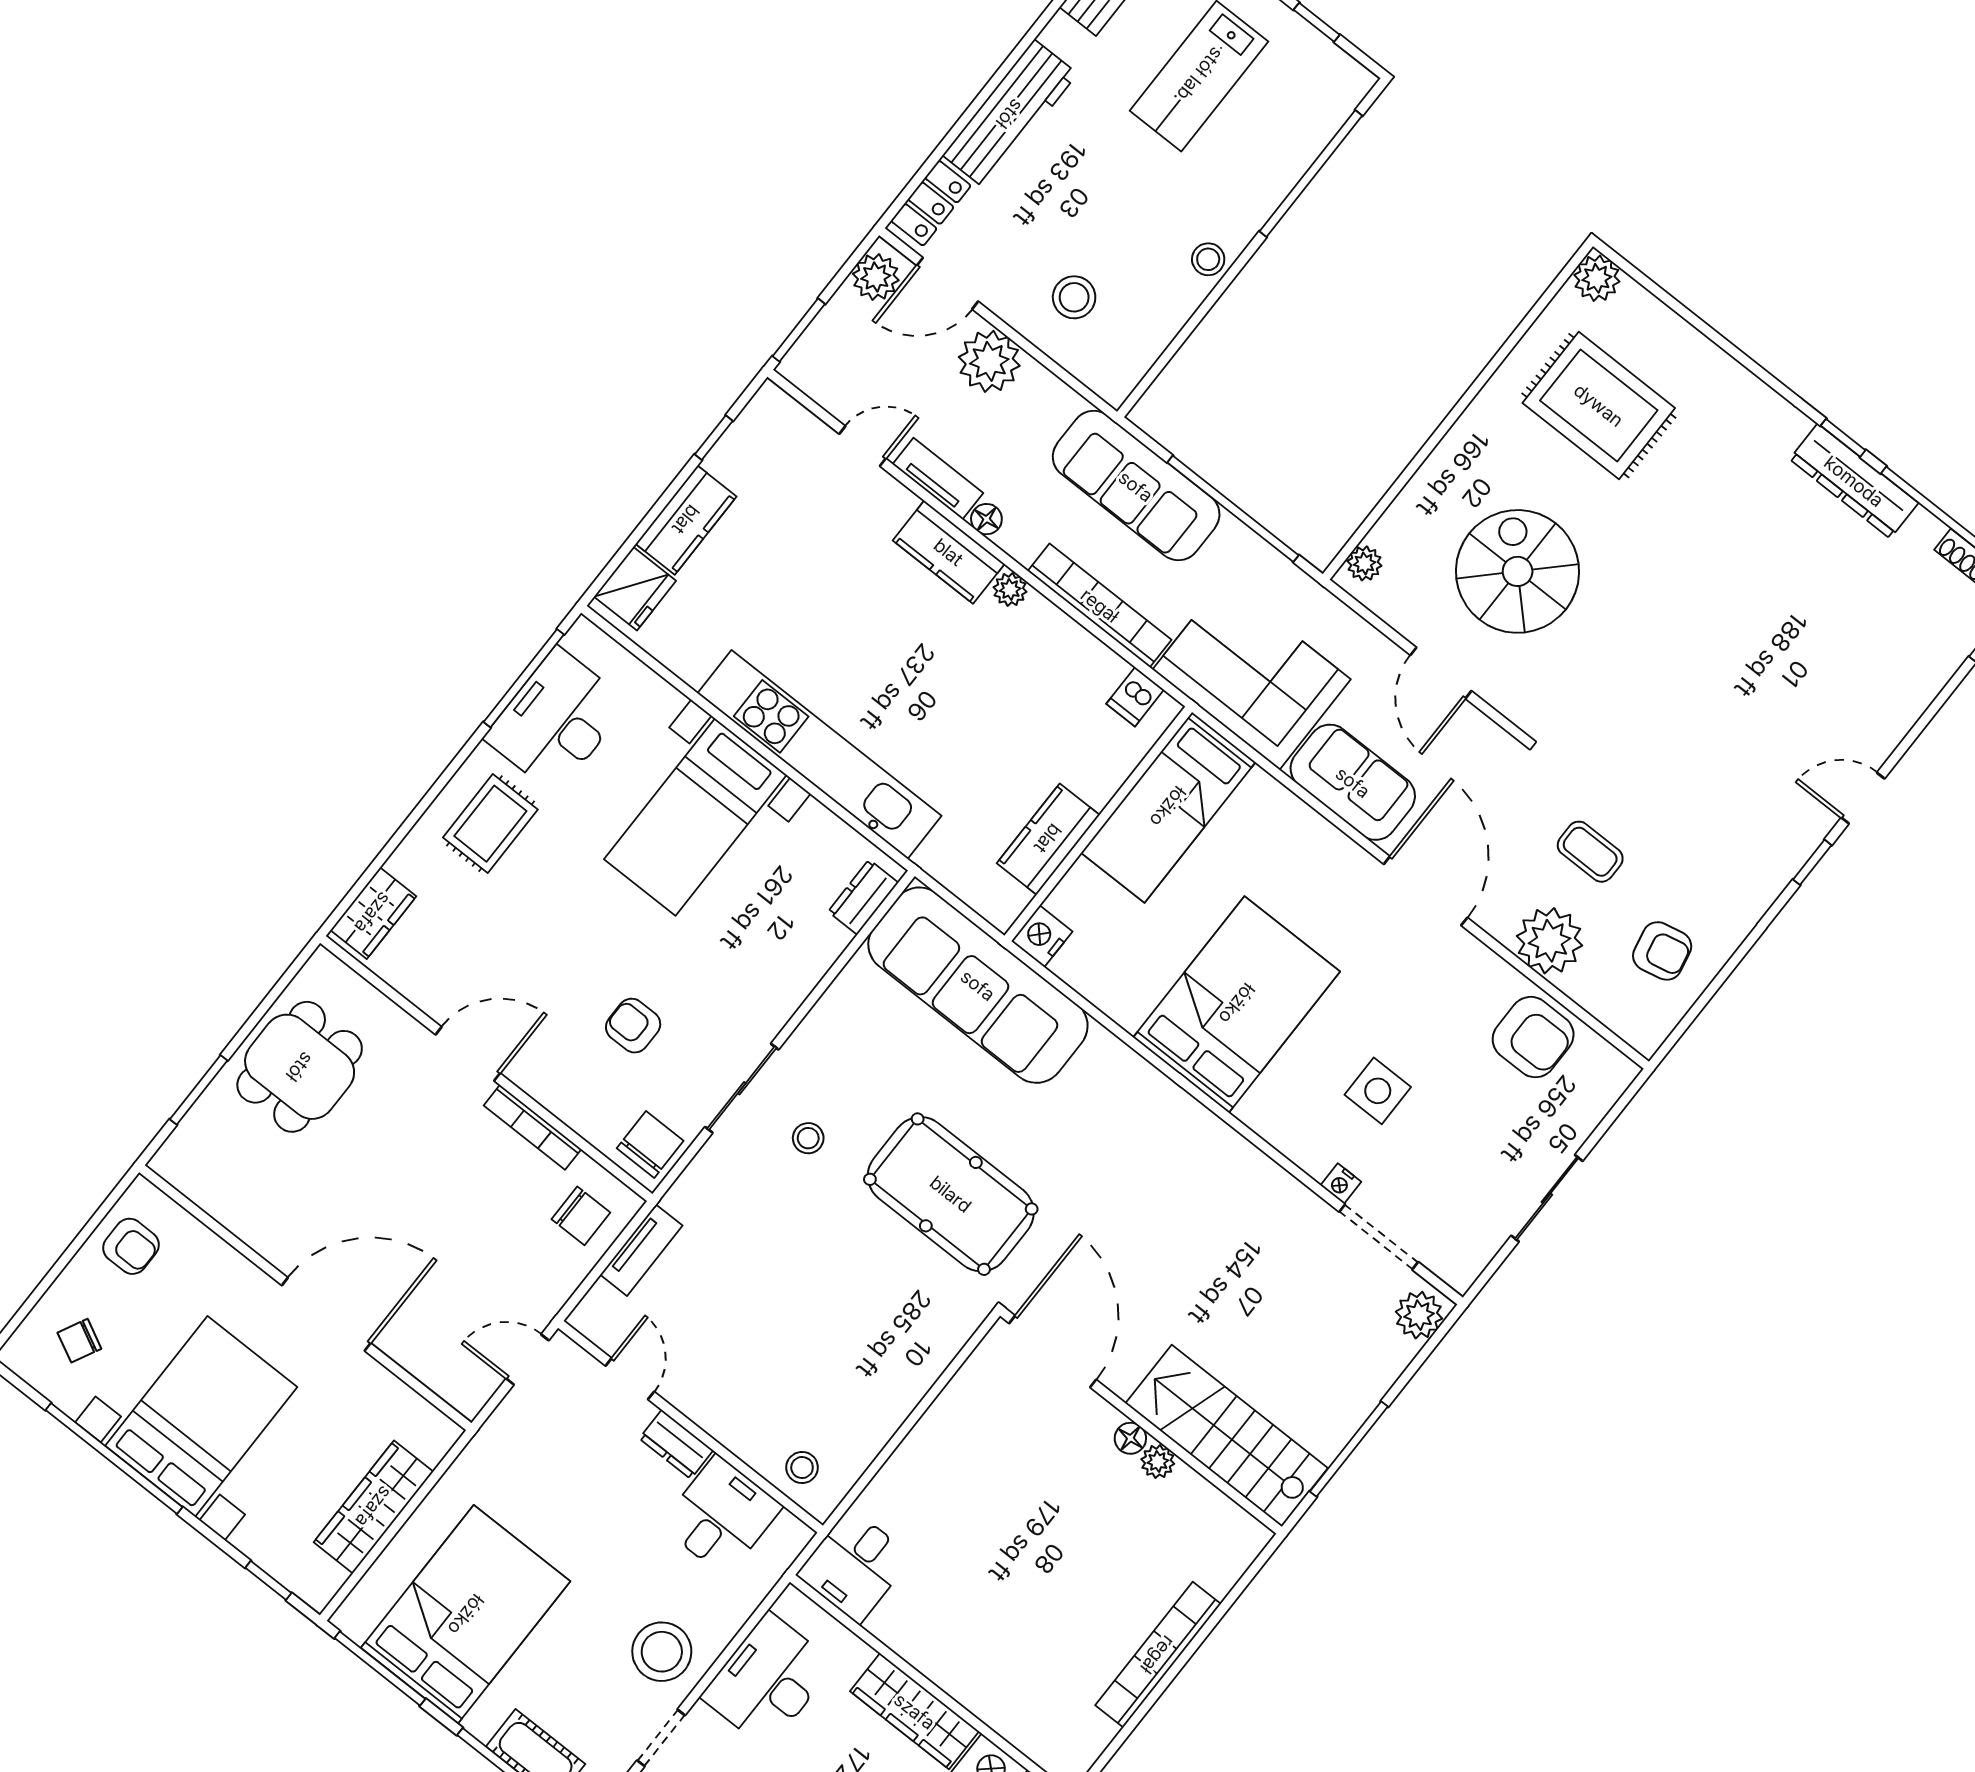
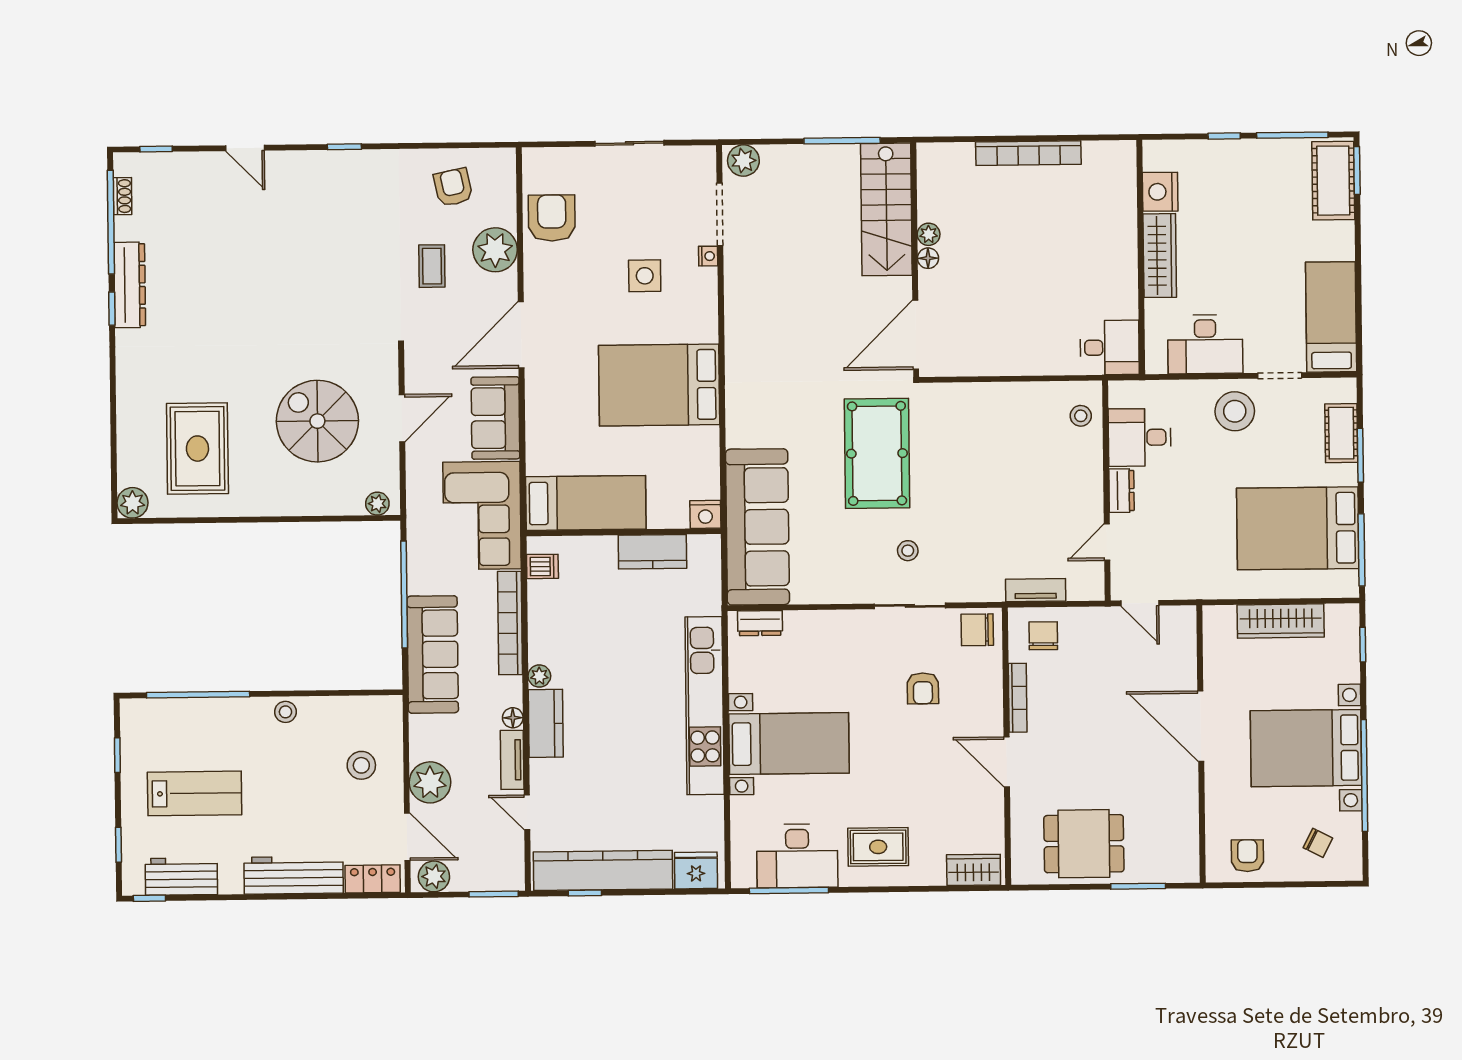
kitchen counter: (686, 520) -> (603, 870), width x2.08, depth x1.17
spiral stairs: (1518, 571) -> (317, 421), turned 90
door: (1863, 798) -> (245, 148), moved

